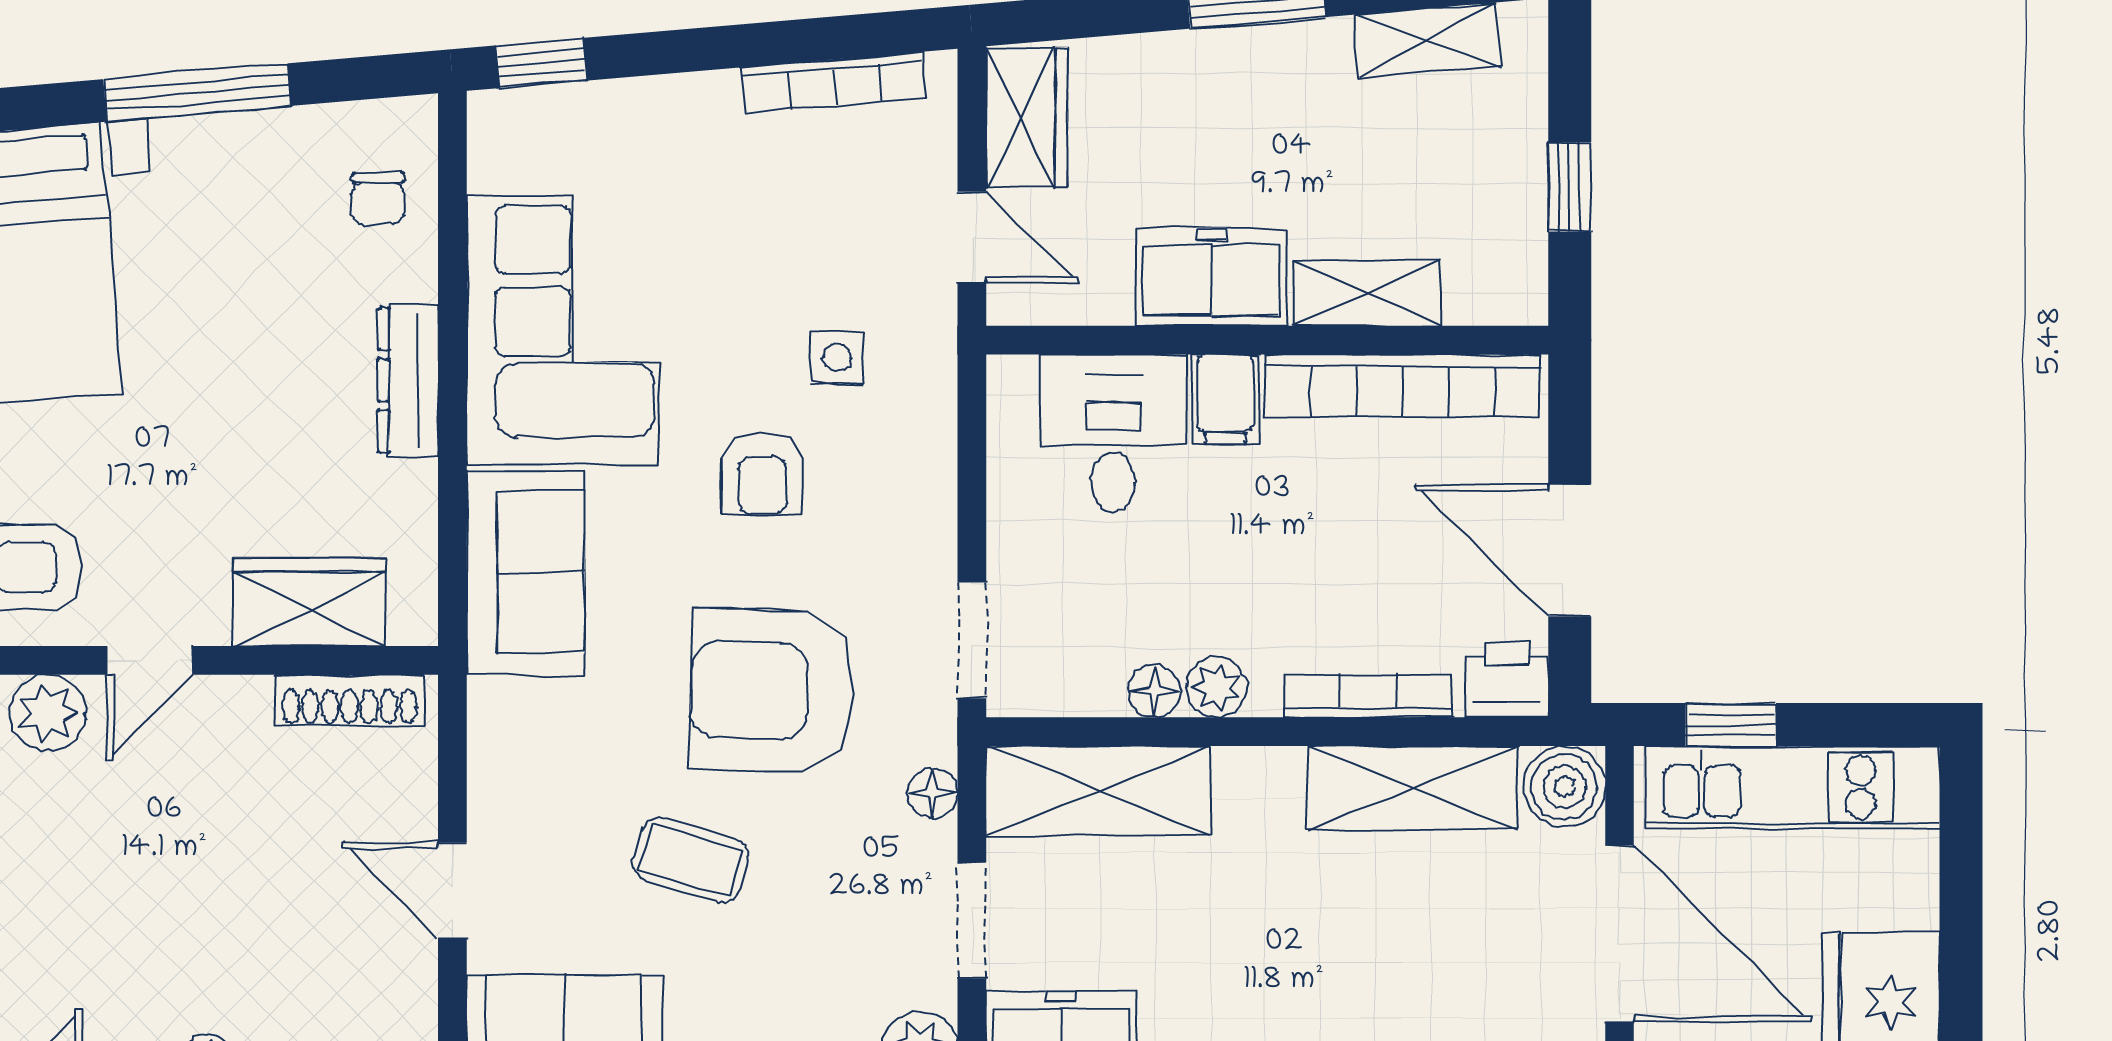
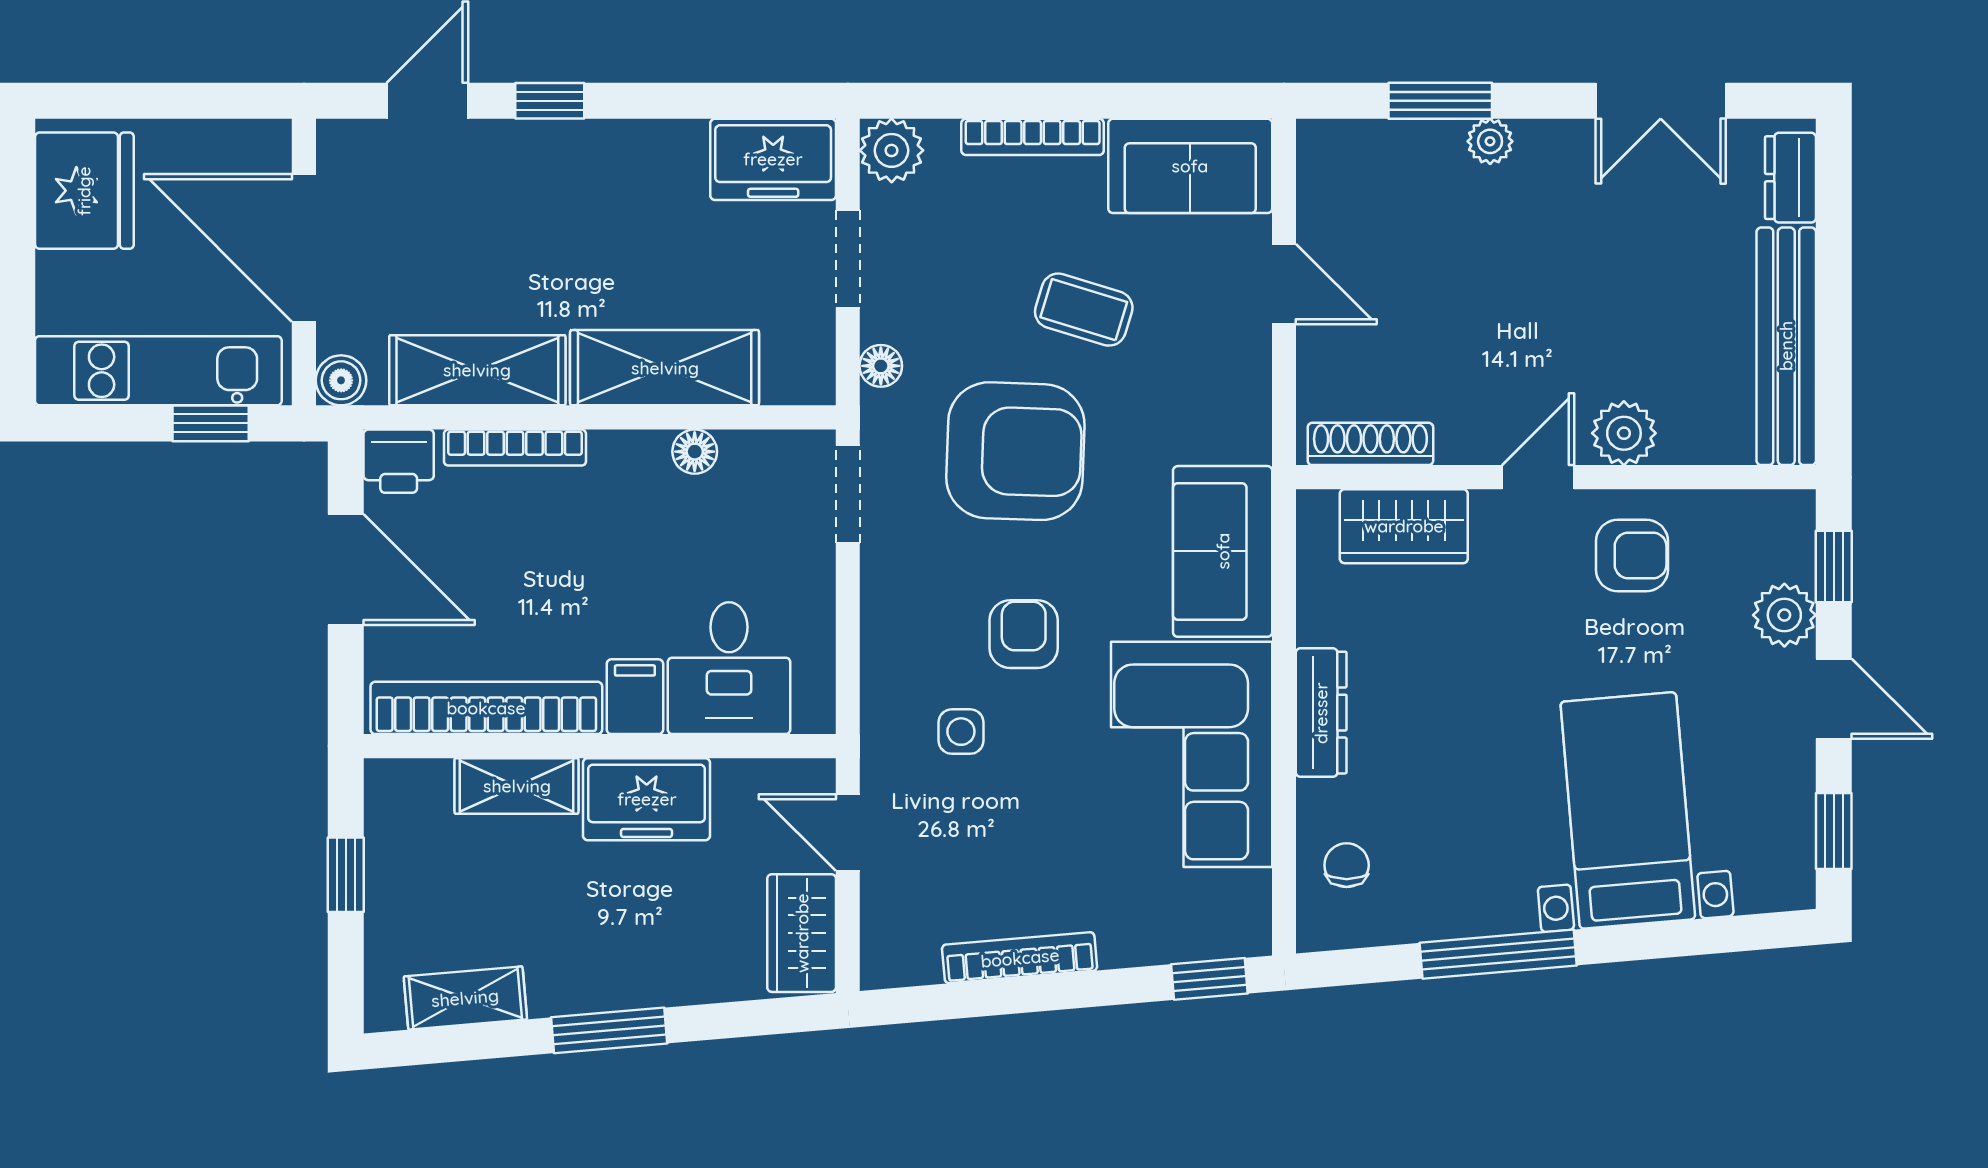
bookcase: (834, 83) -> (1020, 958), moved
plant: (1216, 687) -> (642, 455), removed
boiler: (1564, 787) -> (341, 380), width x0.73, depth x0.73
shelving: (1099, 791) -> (665, 368), moved

